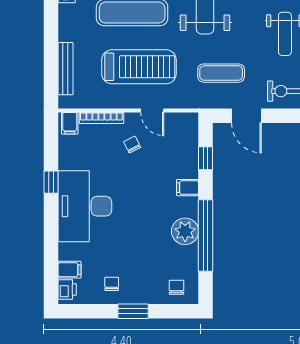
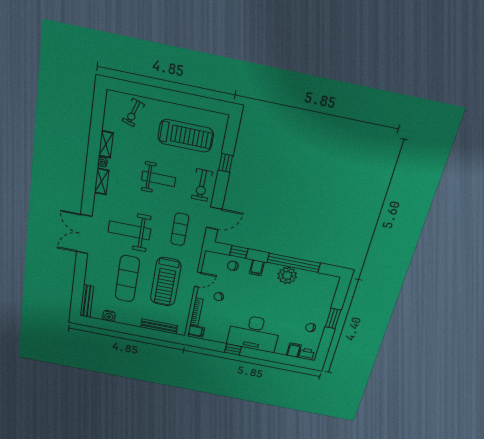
treadmill: (139, 67) -> (166, 282), turned 180
chair: (176, 287) -> (233, 266), moved

